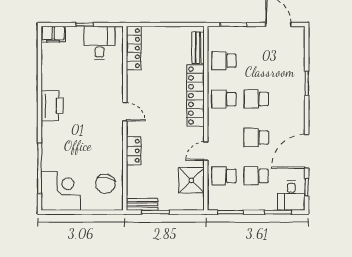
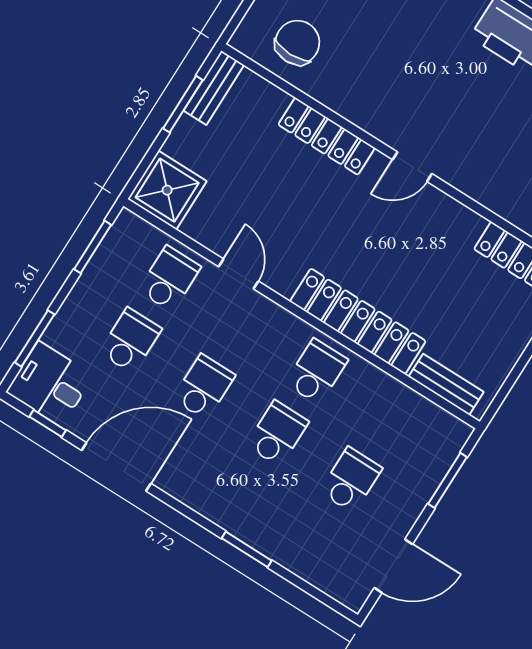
school desk: (224, 61) -> (351, 480), moved
locker: (134, 151) -> (327, 136), width x1.53
door: (307, 151) -> (116, 467), hinge flipped
shower: (191, 180) -> (167, 190), moved
chair: (106, 184) -> (297, 43), turned 77

